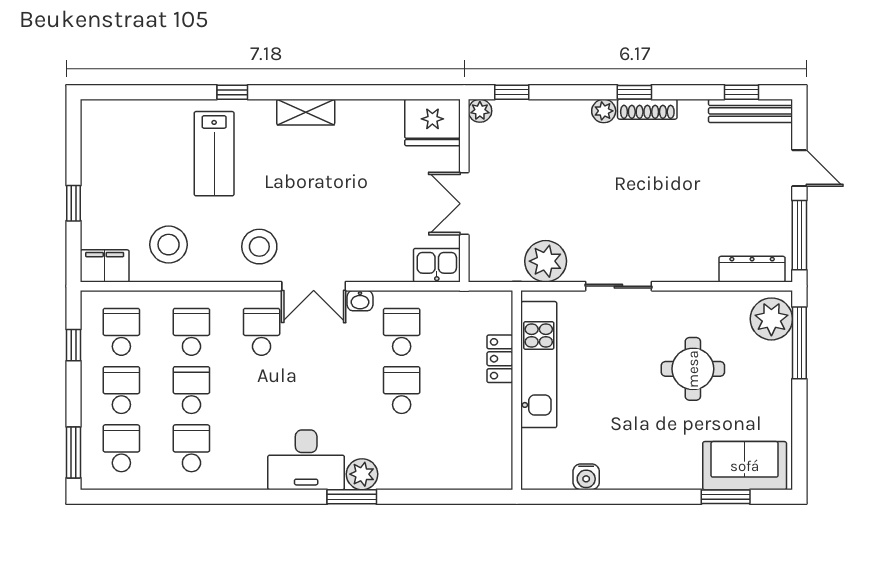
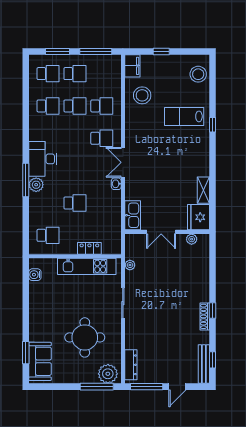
window: (512, 92) -> (213, 254), removed
plant: (480, 111) -> (192, 239), moved
plant: (604, 111) -> (204, 296), removed
shelving: (306, 112) -> (203, 190), moved
double door: (464, 204) -> (161, 232), swing flipped
stool: (259, 247) -> (198, 74), moved
plant: (546, 261) -> (130, 265), width x0.53, depth x0.53
kitchen sink: (437, 265) -> (133, 215), width x1.38
school desk: (121, 332) -> (102, 74), removed
school desk: (402, 332) -> (48, 235), moved
window: (74, 345) -> (96, 51), width x2.17
round table: (693, 369) -> (85, 337), width x1.36, depth x1.36
window: (74, 452) -> (58, 51), moved
water cooler: (586, 477) -> (35, 275), moved
window: (352, 497) -> (26, 180), width x1.44

